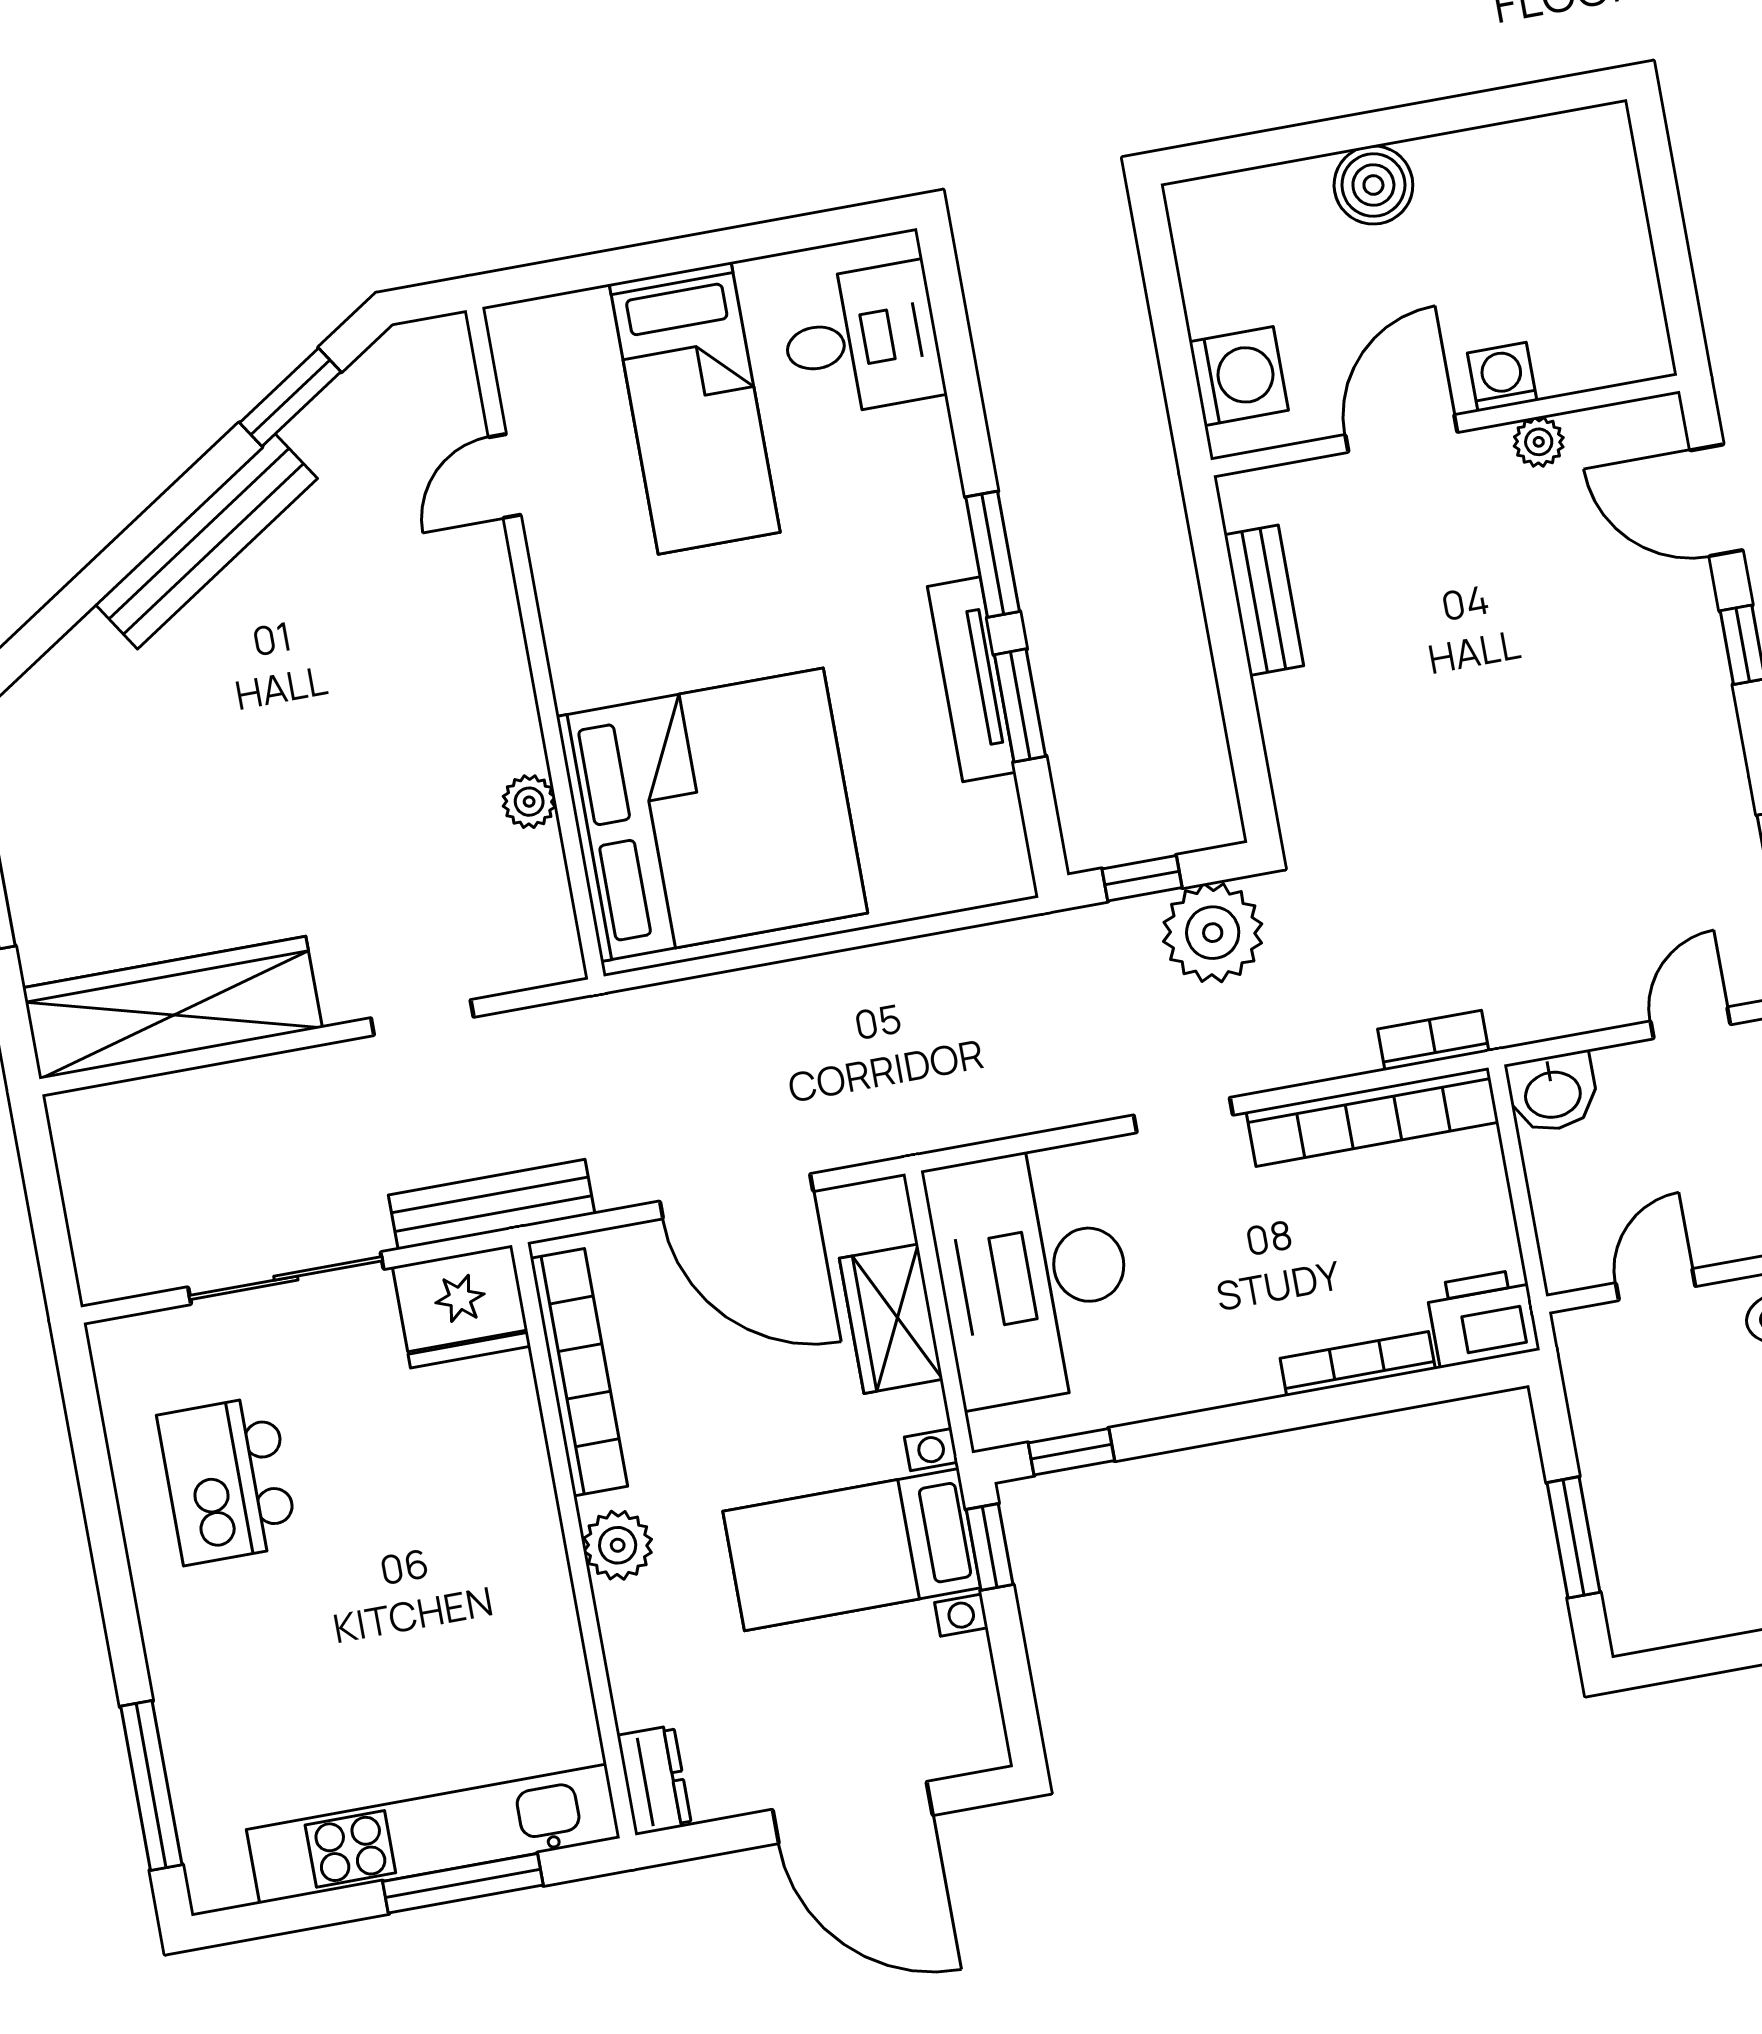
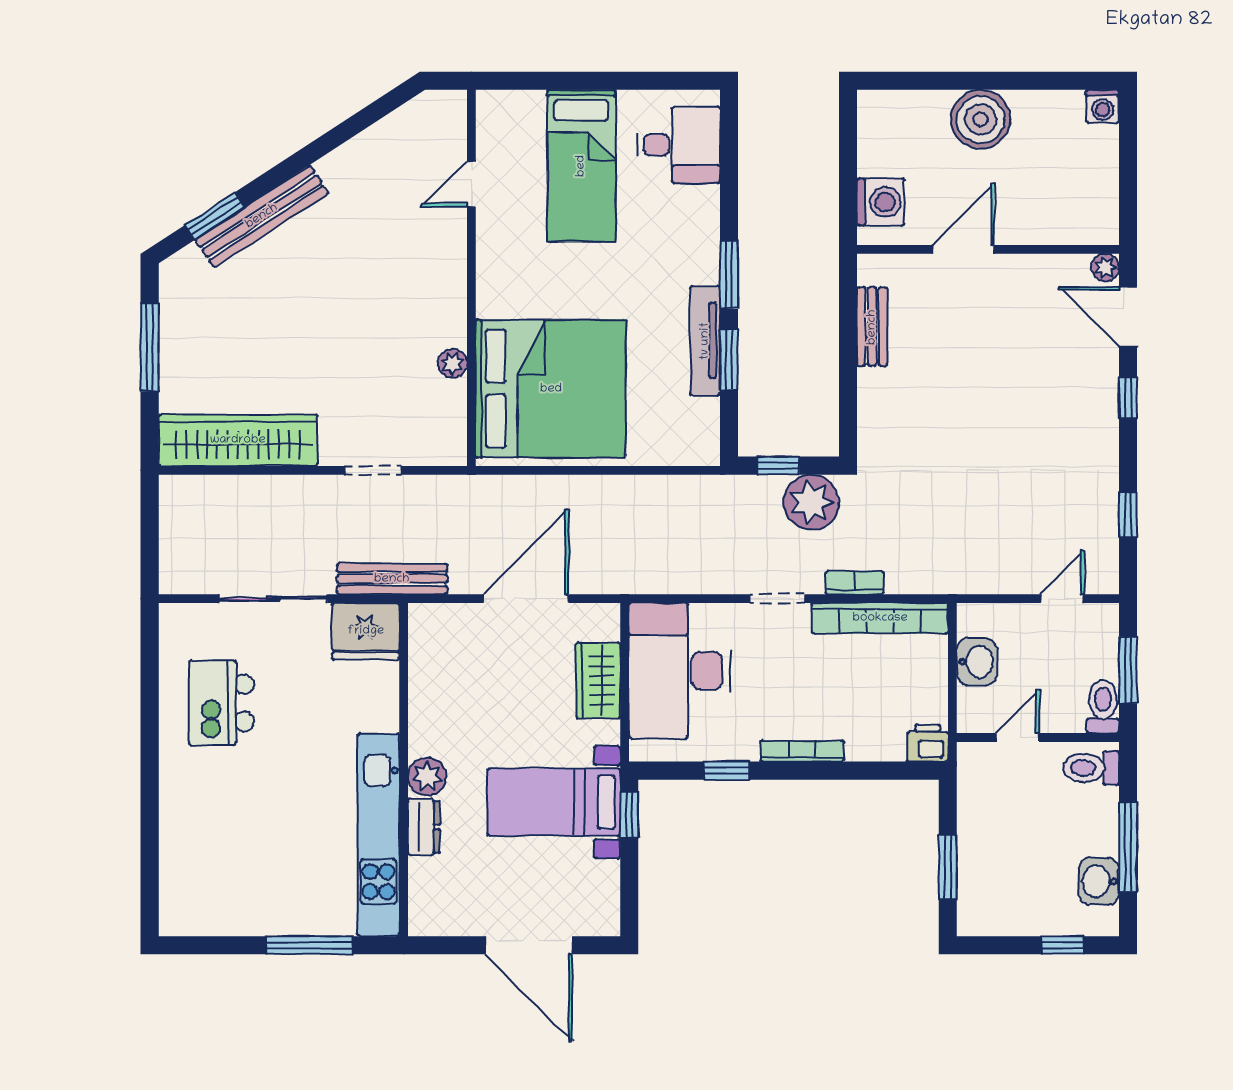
boiler: (1373, 185) -> (981, 119), width x1.37, depth x1.37
washing machine: (1502, 377) -> (1103, 106), moved, turned 180
window: (290, 397) -> (215, 216), moved
plant: (1539, 442) -> (1105, 267), moved
bench: (206, 541) -> (262, 216), moved
bookcase: (1433, 1040) -> (855, 583), moved
washbasin: (1552, 1093) -> (977, 662), moved, turned -90
door: (736, 1196) -> (526, 599), swing flipped
printer: (1483, 1318) -> (928, 743), width x0.73, depth x0.81
bookcase: (1358, 1364) -> (802, 751), moved
bookcase: (579, 1372) -> (423, 679), removed
window: (1071, 1452) -> (727, 771), moved
dresser: (654, 1780) -> (424, 827), moved
window: (151, 1786) -> (150, 861), removed
kitchen unit: (433, 1834) -> (378, 835), moved, turned -90

